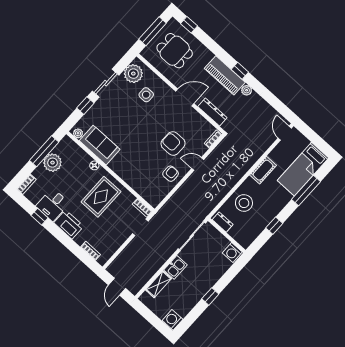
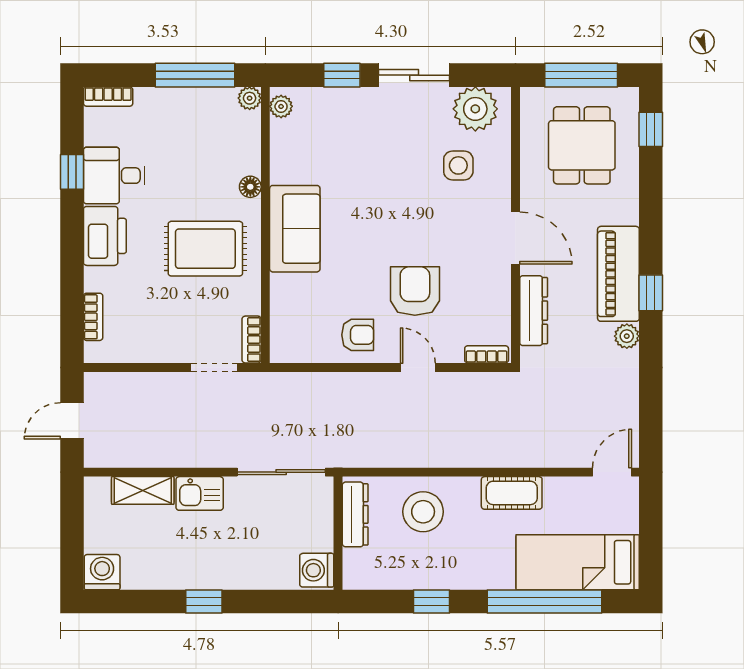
sofa: (100, 145) -> (295, 229), moved
plant: (53, 163) -> (250, 98), moved, width x0.53, depth x0.53
window: (306, 190) -> (545, 602), width x1.46
dresser: (223, 222) -> (355, 514), width x1.44

